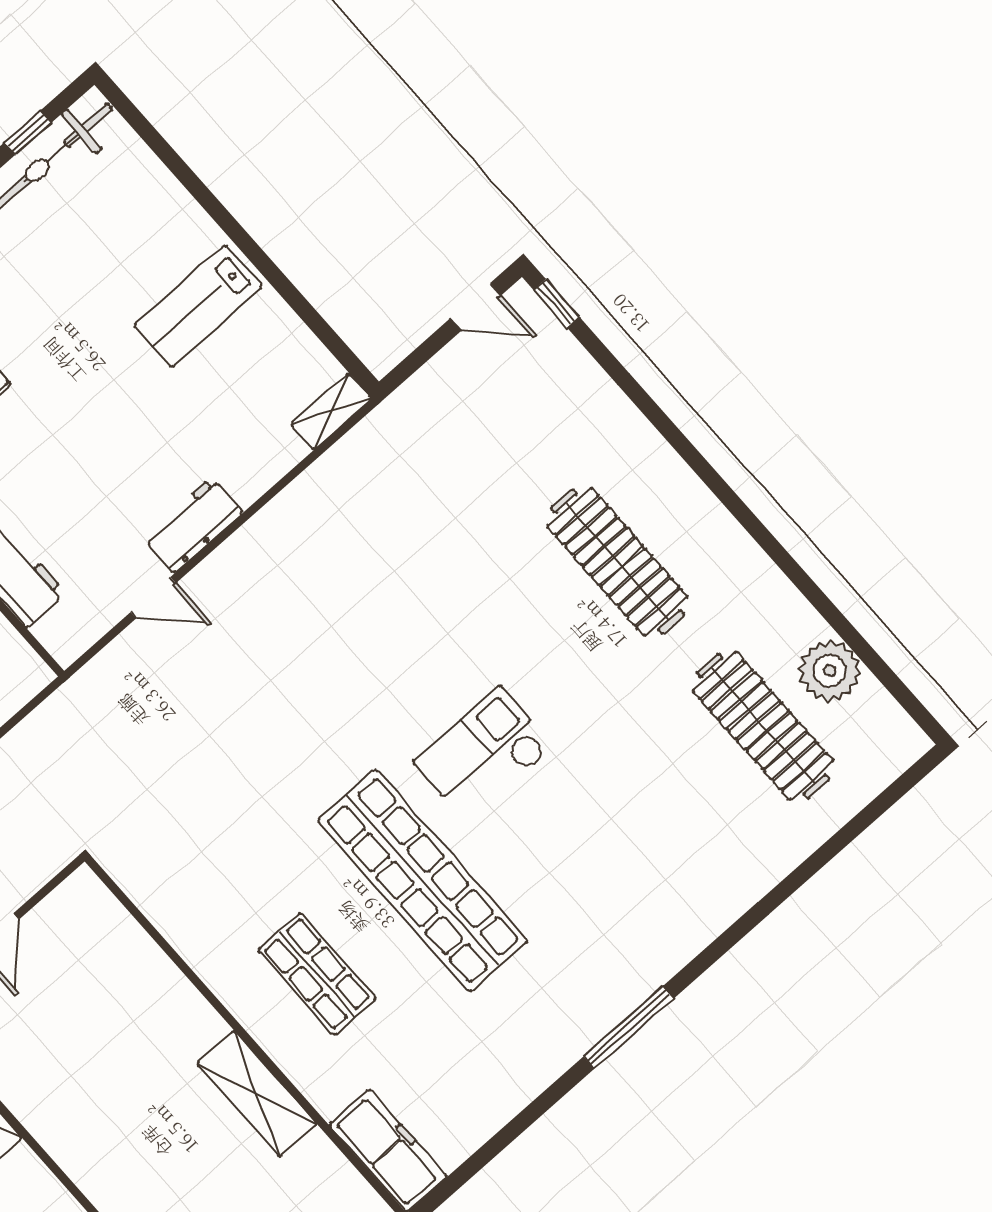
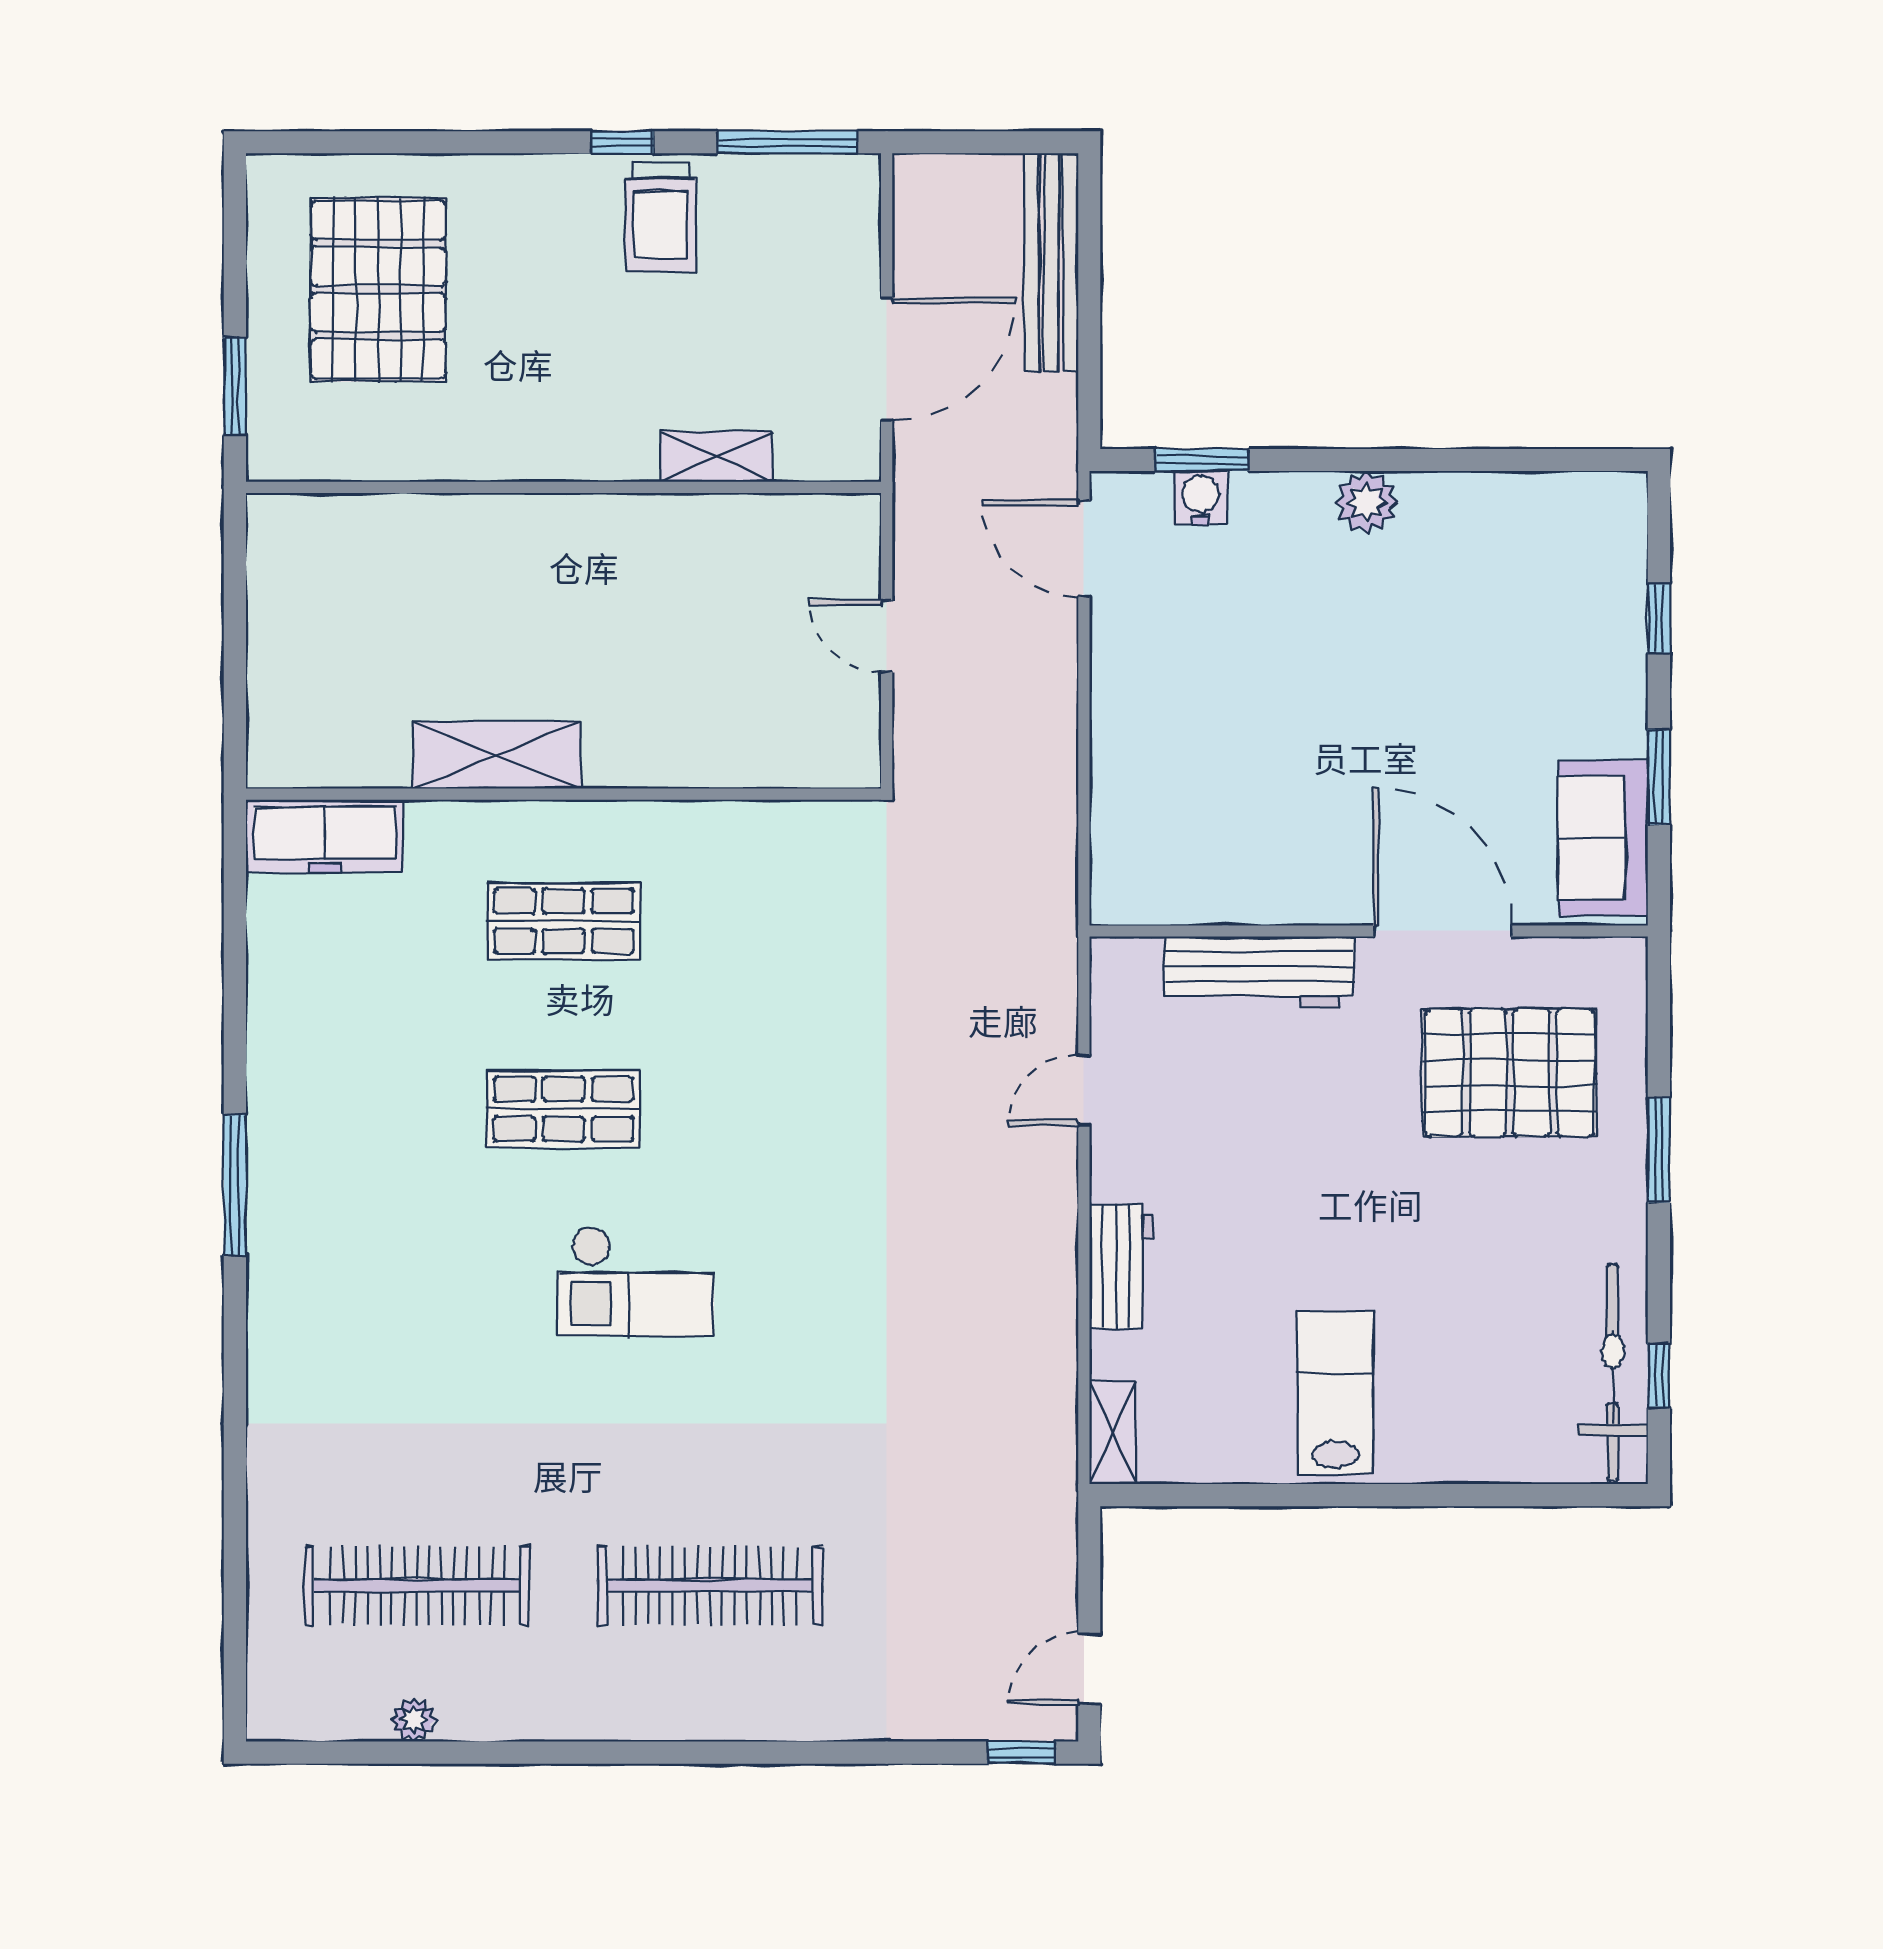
workbench: (193, 525) -> (1121, 1266), moved
plant: (830, 671) -> (413, 1720), width x0.53, depth x0.53
checkout: (483, 754) -> (636, 1281), turned 90
shop shelf: (423, 881) -> (563, 1109), width x0.50, depth x0.74

